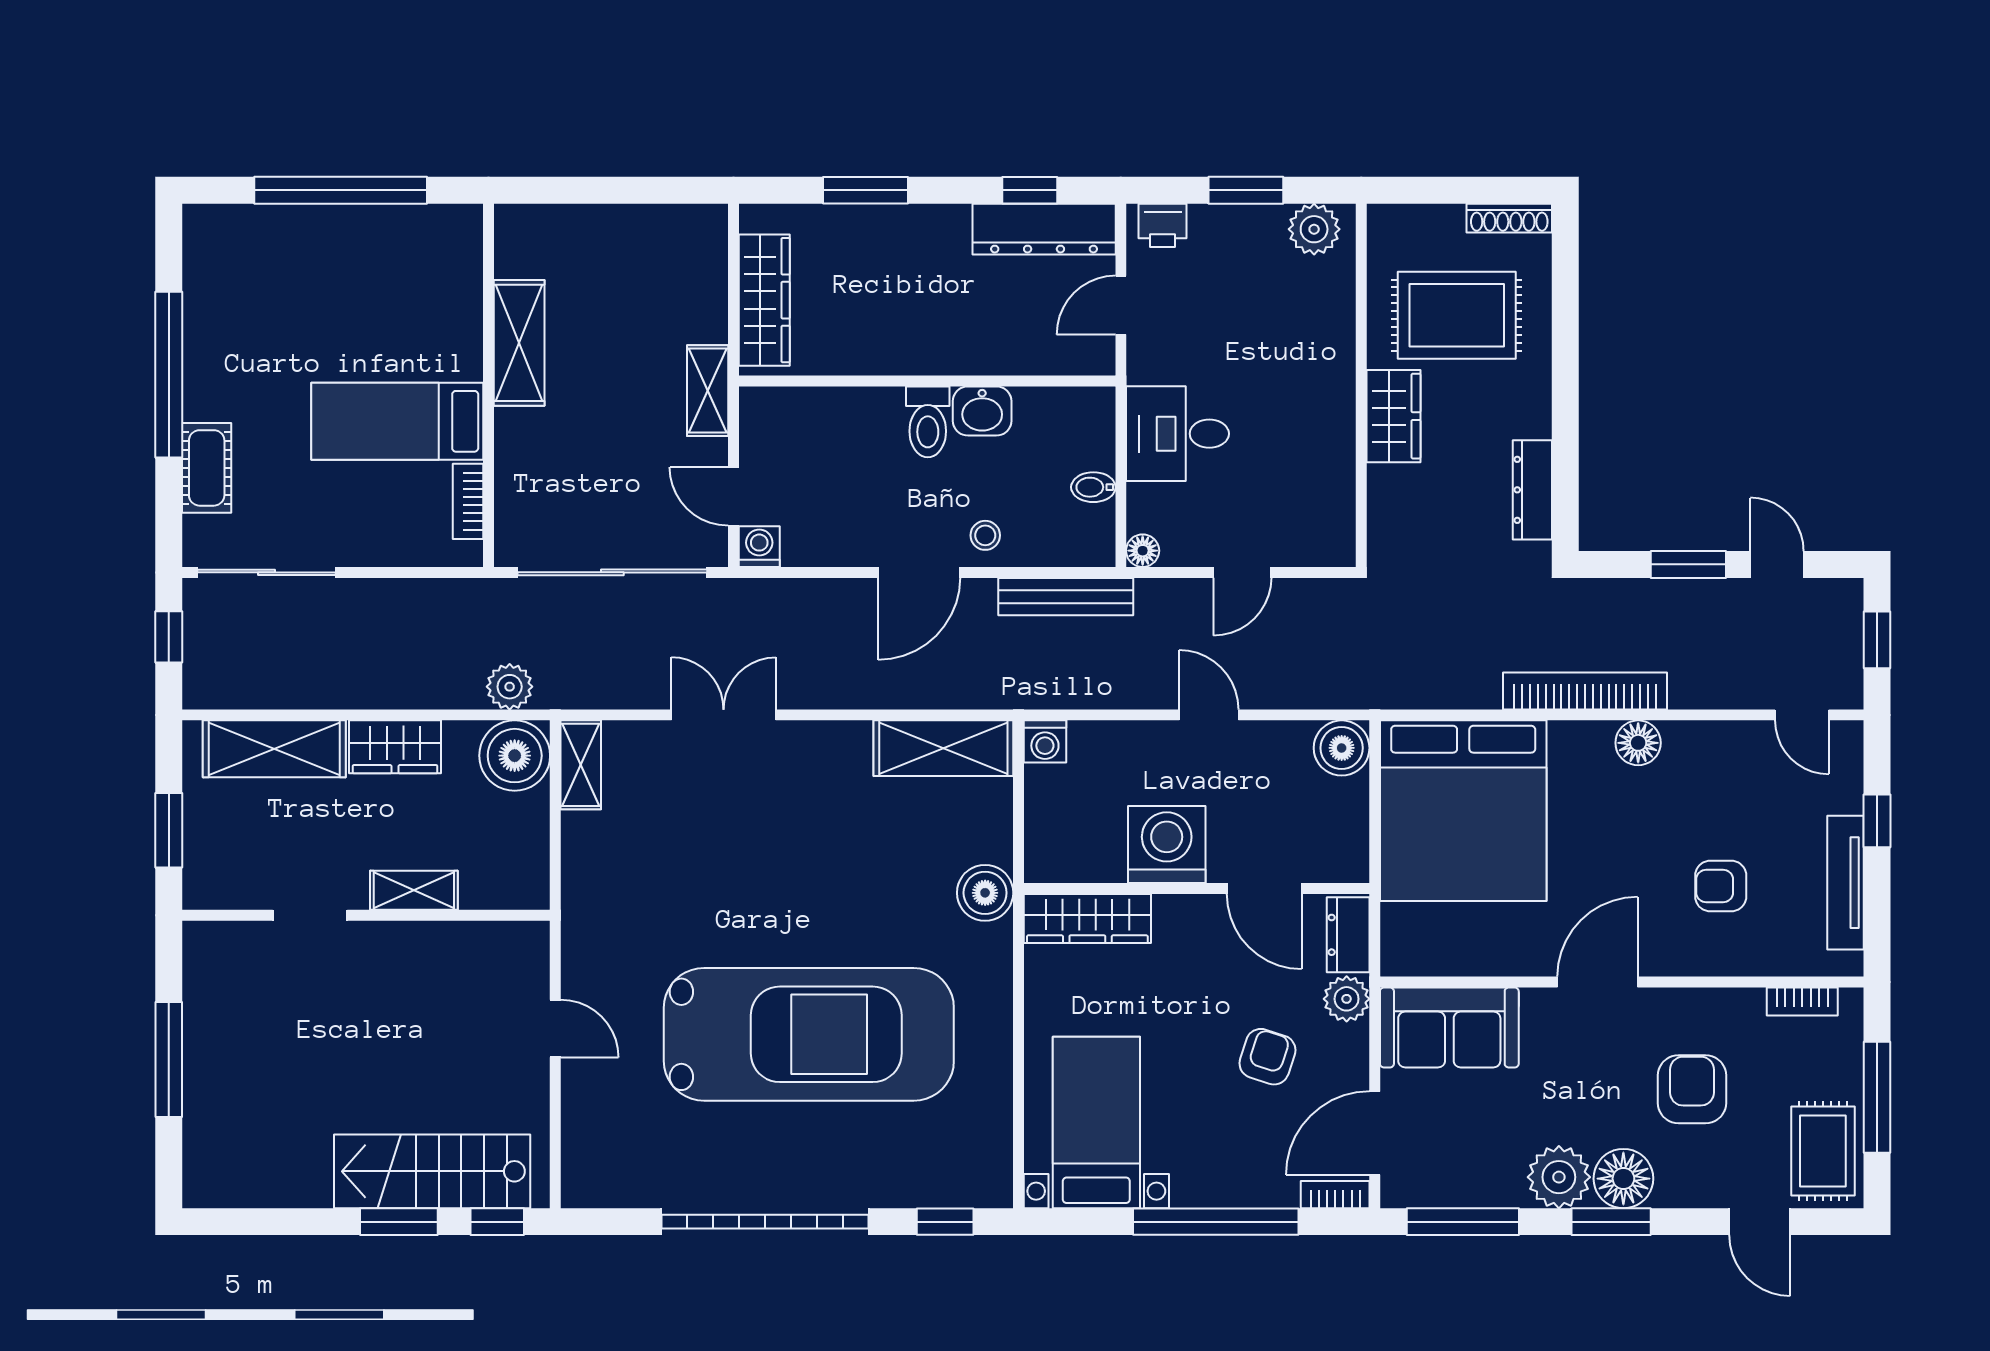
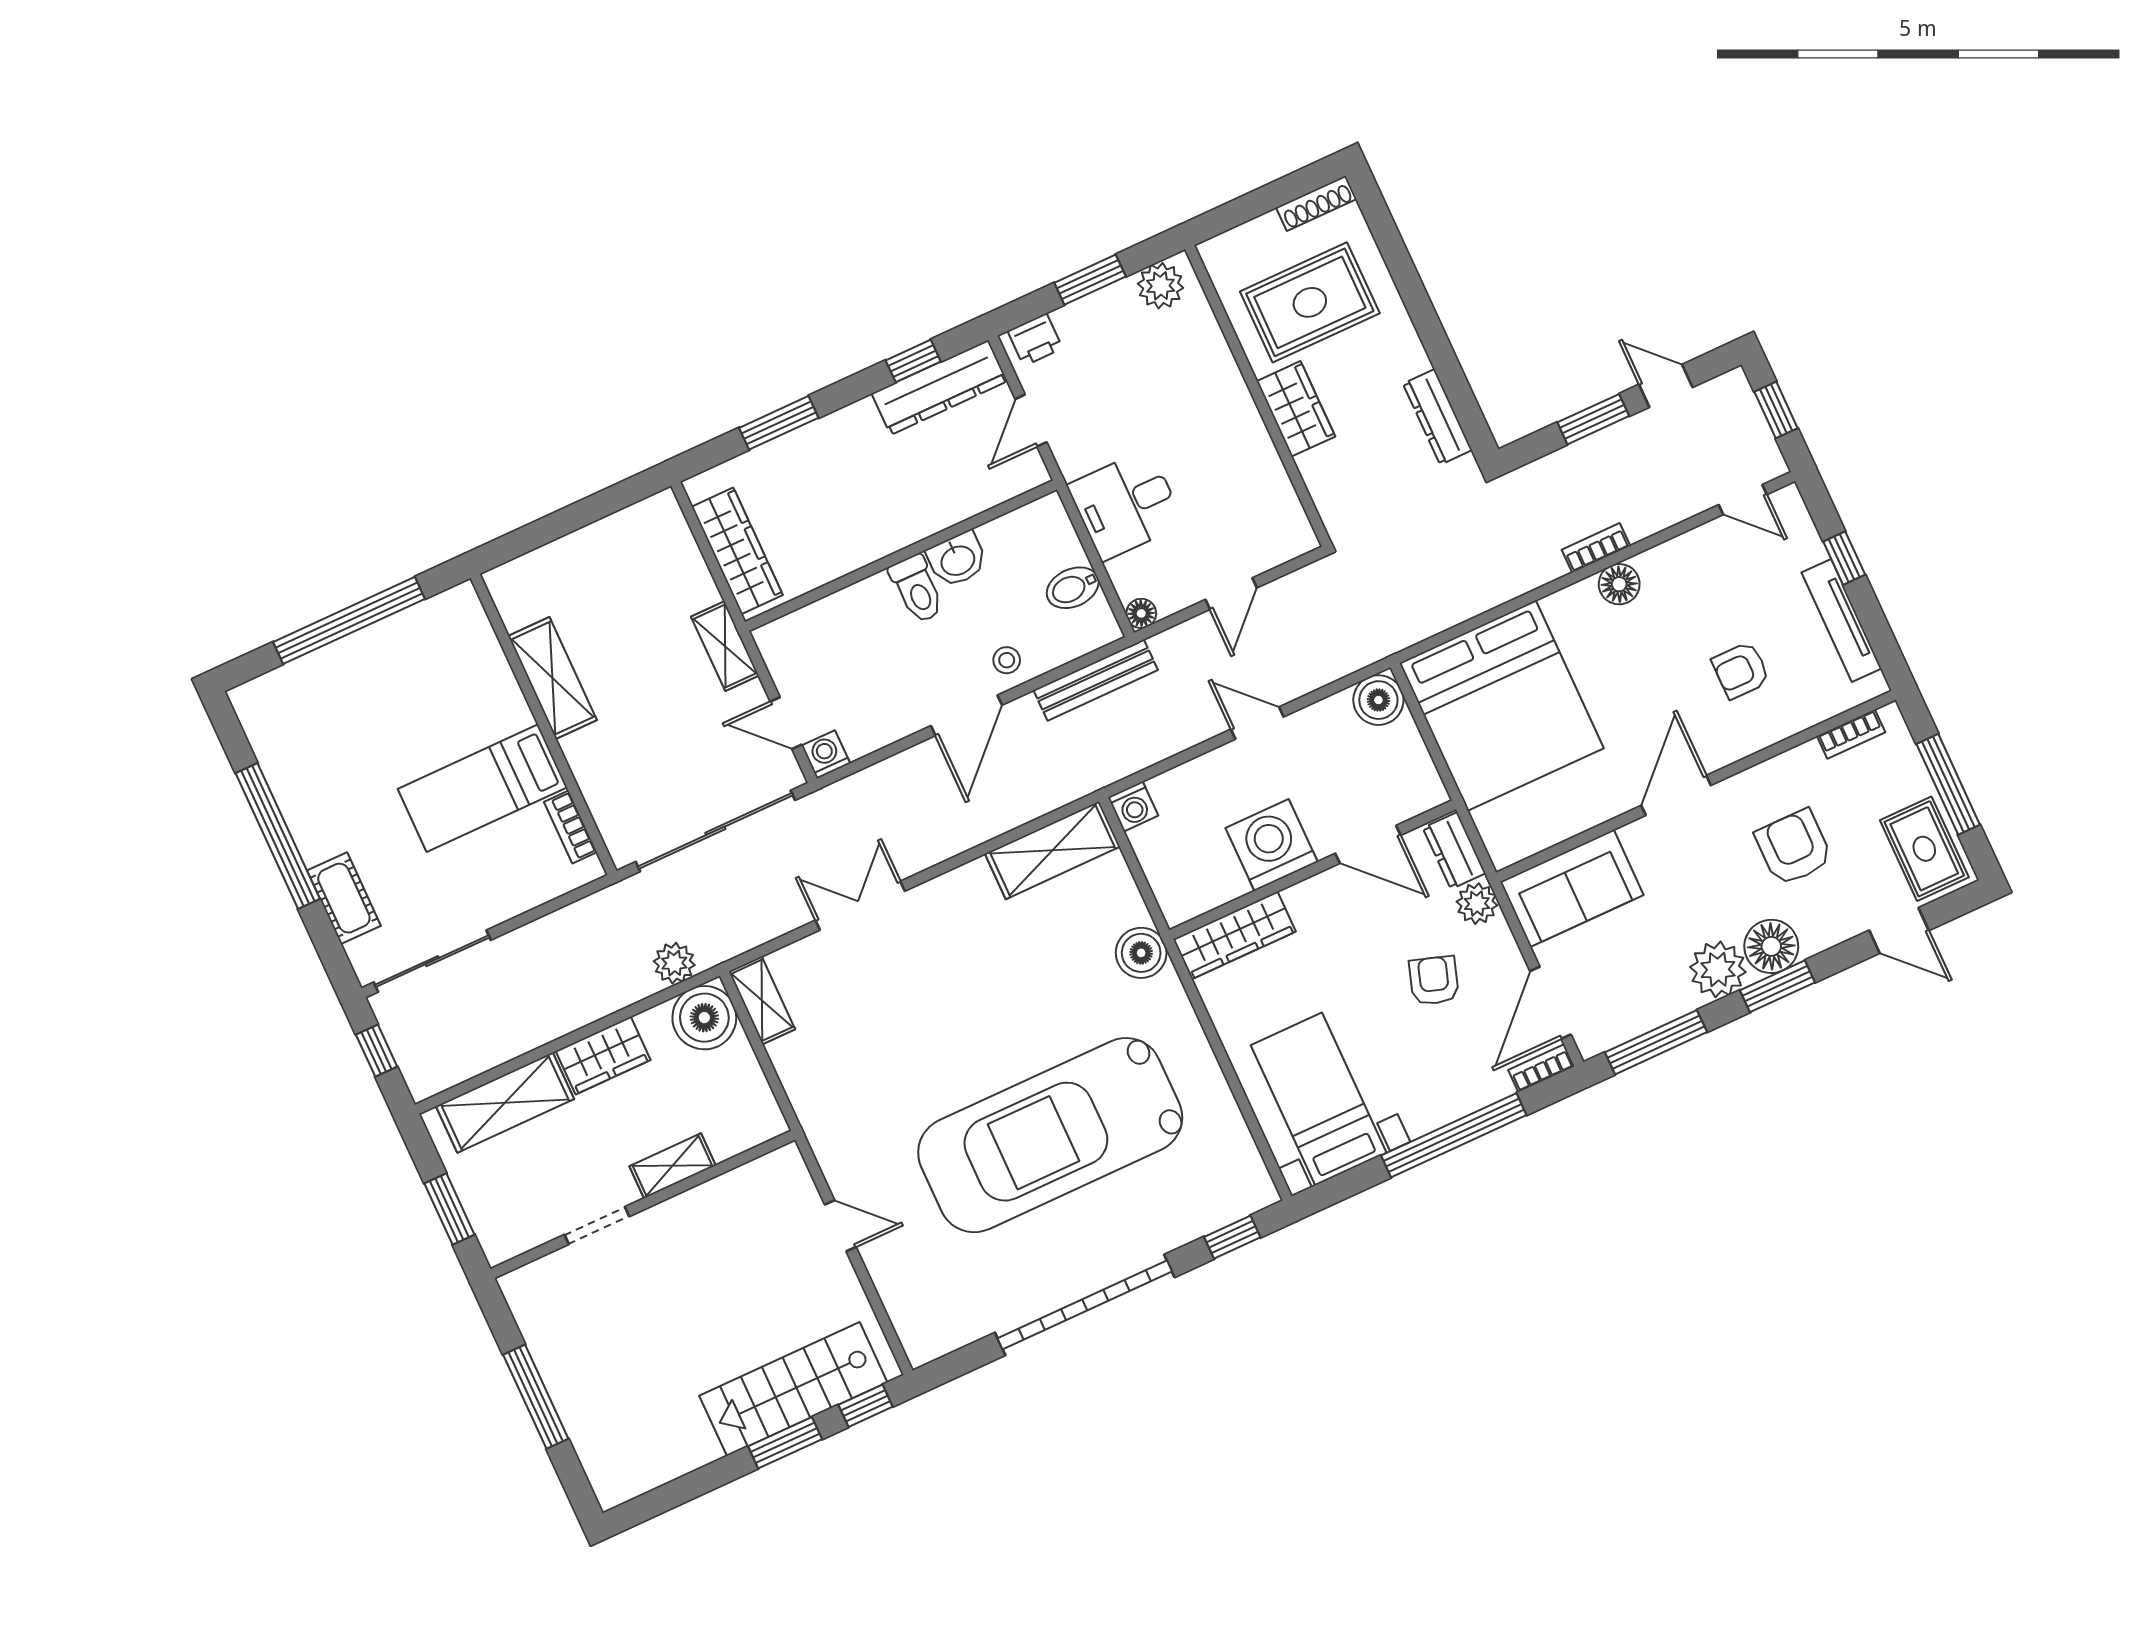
bidet: (1093, 487) -> (1073, 588), width x1.38, depth x1.36
bookcase: (1585, 691) -> (1596, 548), width x0.43, depth x0.76
car: (809, 1034) -> (1050, 1135), turned 180

